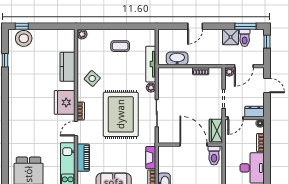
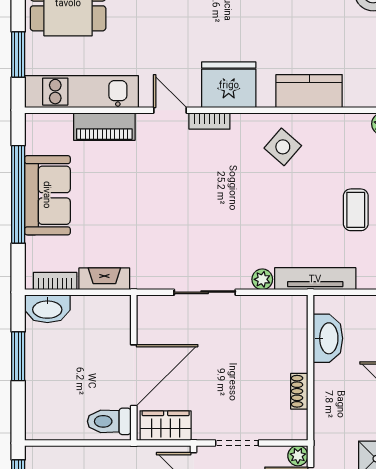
rug: (121, 114) -> (202, 211), removed

